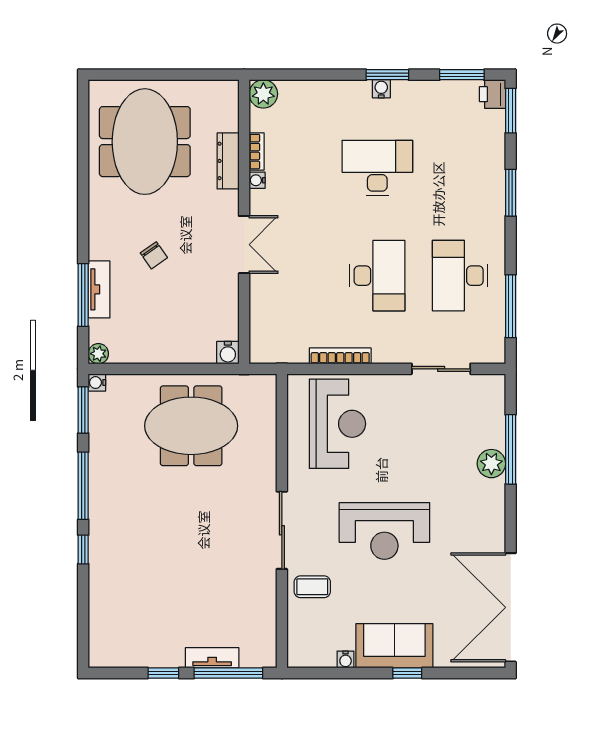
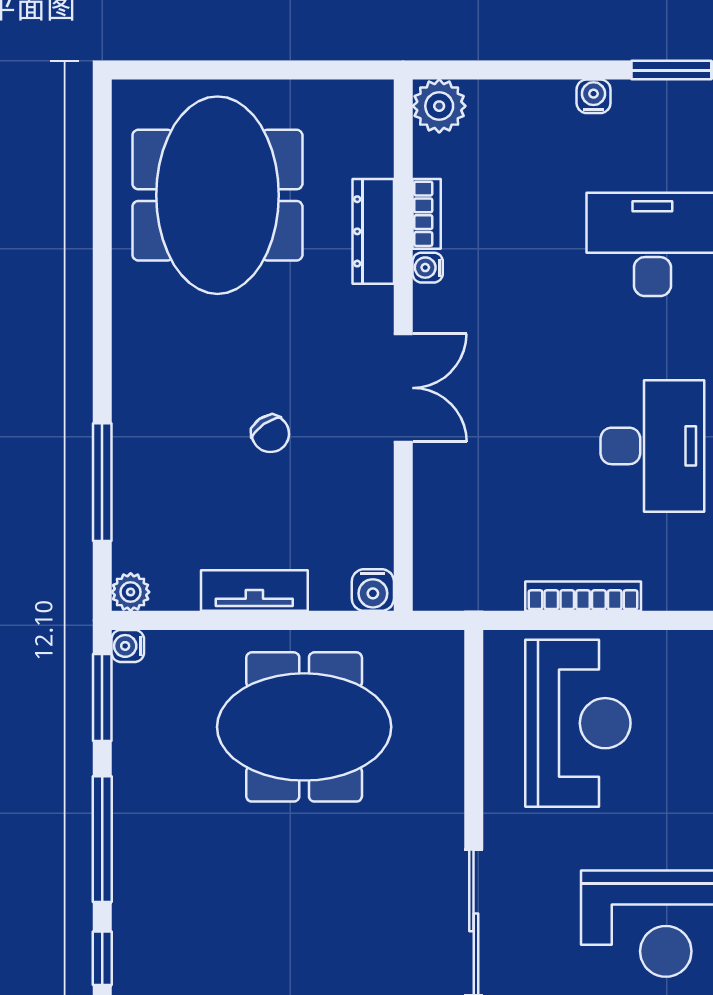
water cooler: (381, 89) -> (594, 96), moved
chair: (154, 255) -> (270, 434), moved
tv unit: (99, 289) -> (254, 591), moved, turned -90

